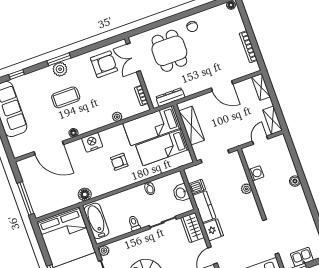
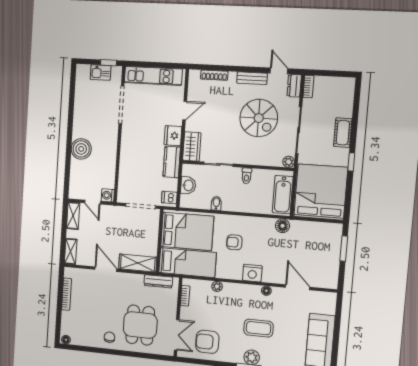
shelving: (192, 126) -> (138, 263), moved, turned 90
door: (260, 140) -> (92, 202), hinge flipped
bed: (162, 147) -> (187, 231), width x1.50
door: (49, 148) -> (298, 287), width x0.73
armchair: (119, 162) -> (234, 242), turned 180
washing machine: (256, 173) -> (108, 195), moved
boiler: (295, 181) -> (81, 149), width x1.86, depth x1.86
dishwasher: (197, 187) -> (169, 198), moved
plant: (246, 189) -> (125, 161), removed
window: (26, 198) -> (344, 249), width x0.69

